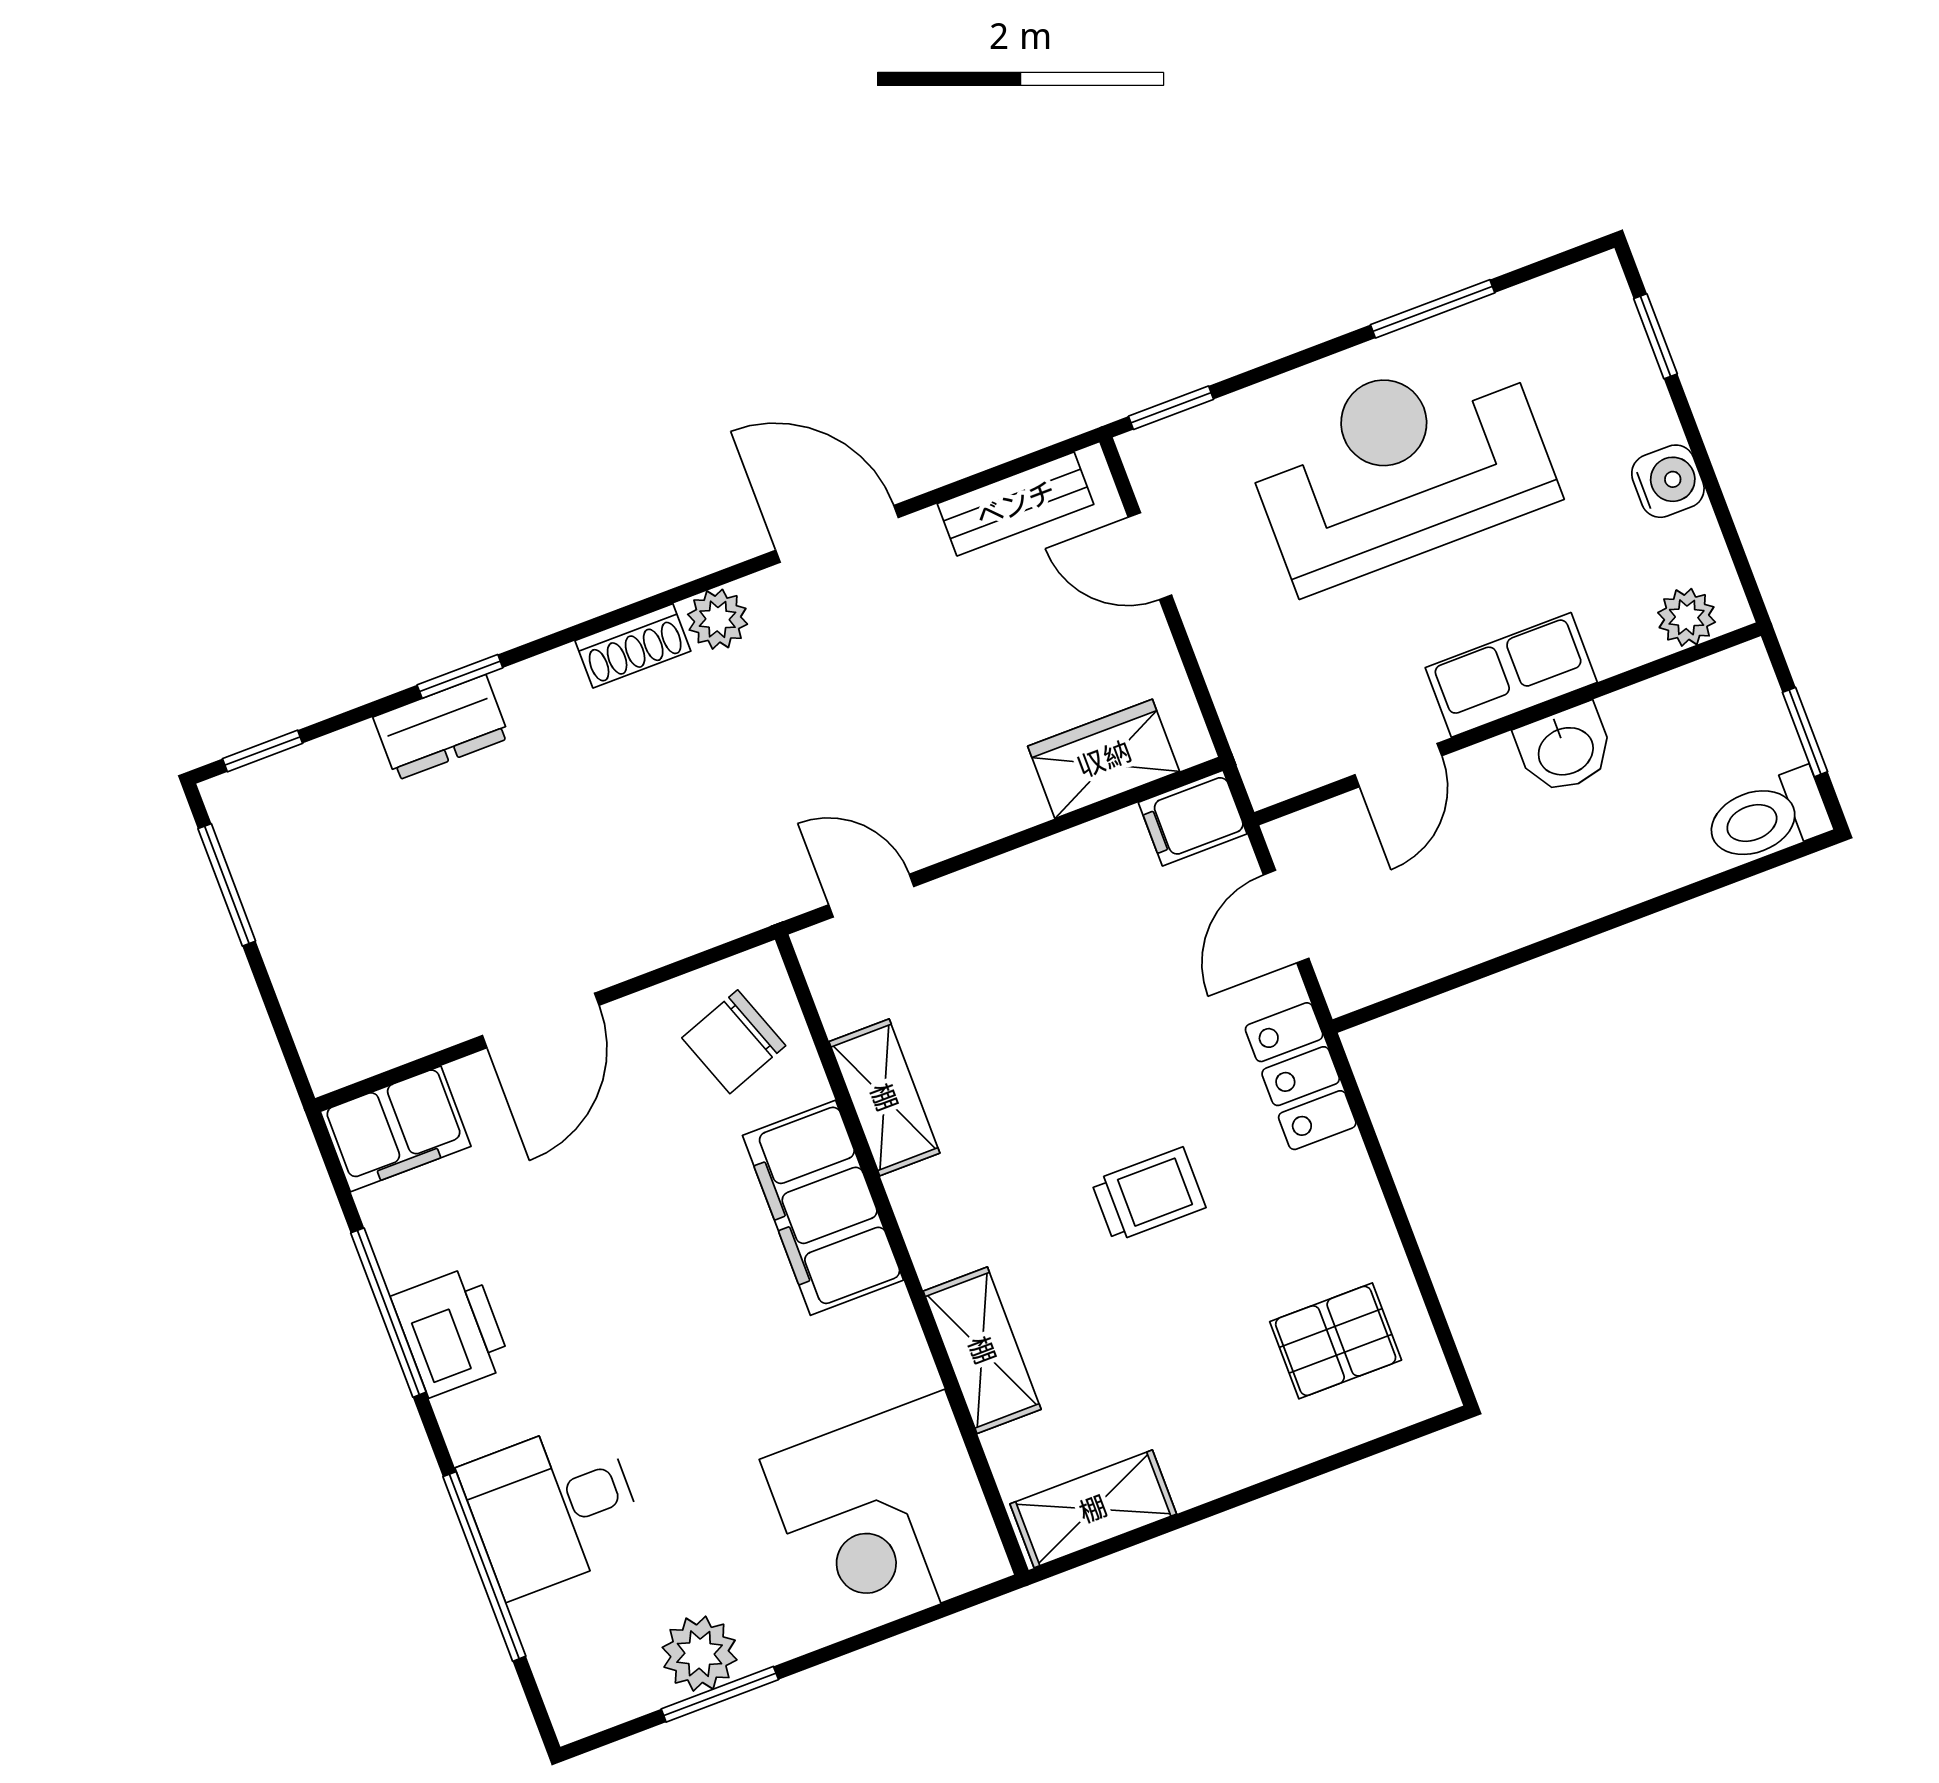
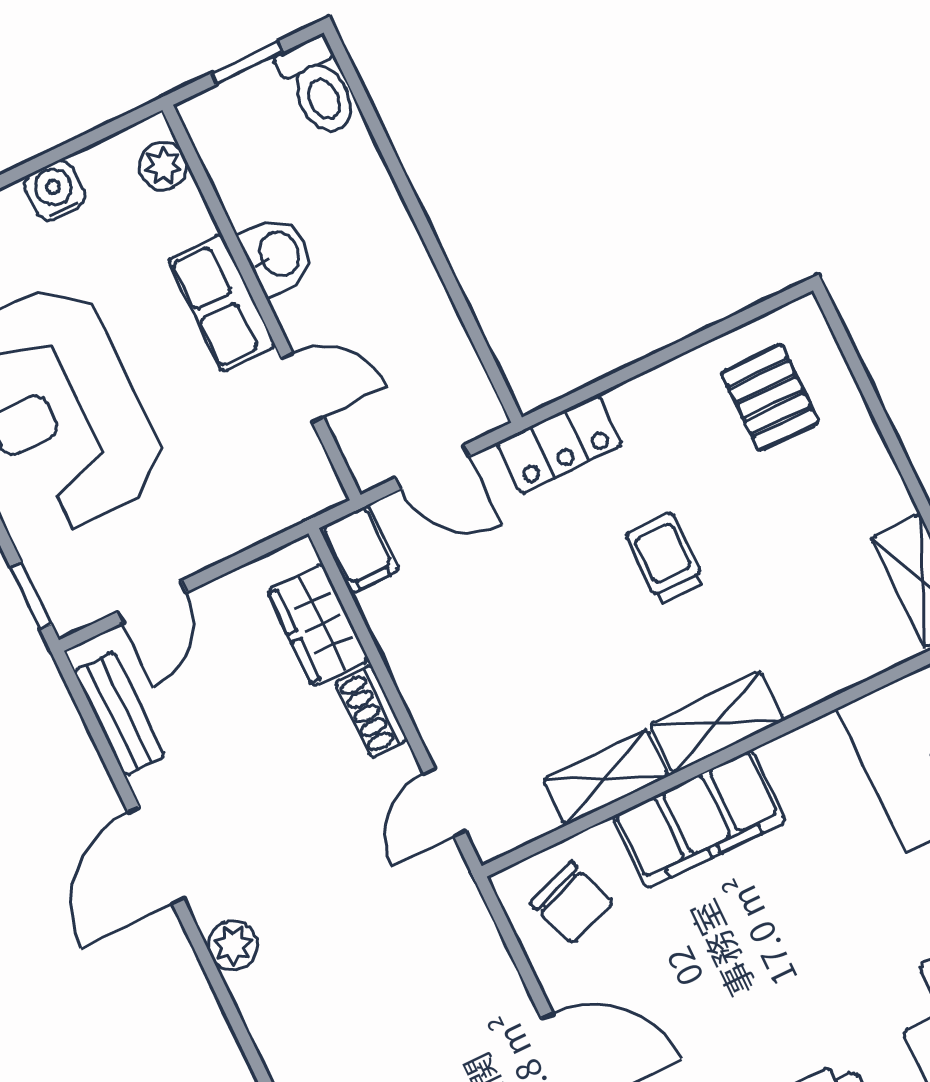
shoe rack: (633, 646) -> (371, 711), moved, turned 180
shelving: (982, 1350) -> (717, 722), moved

